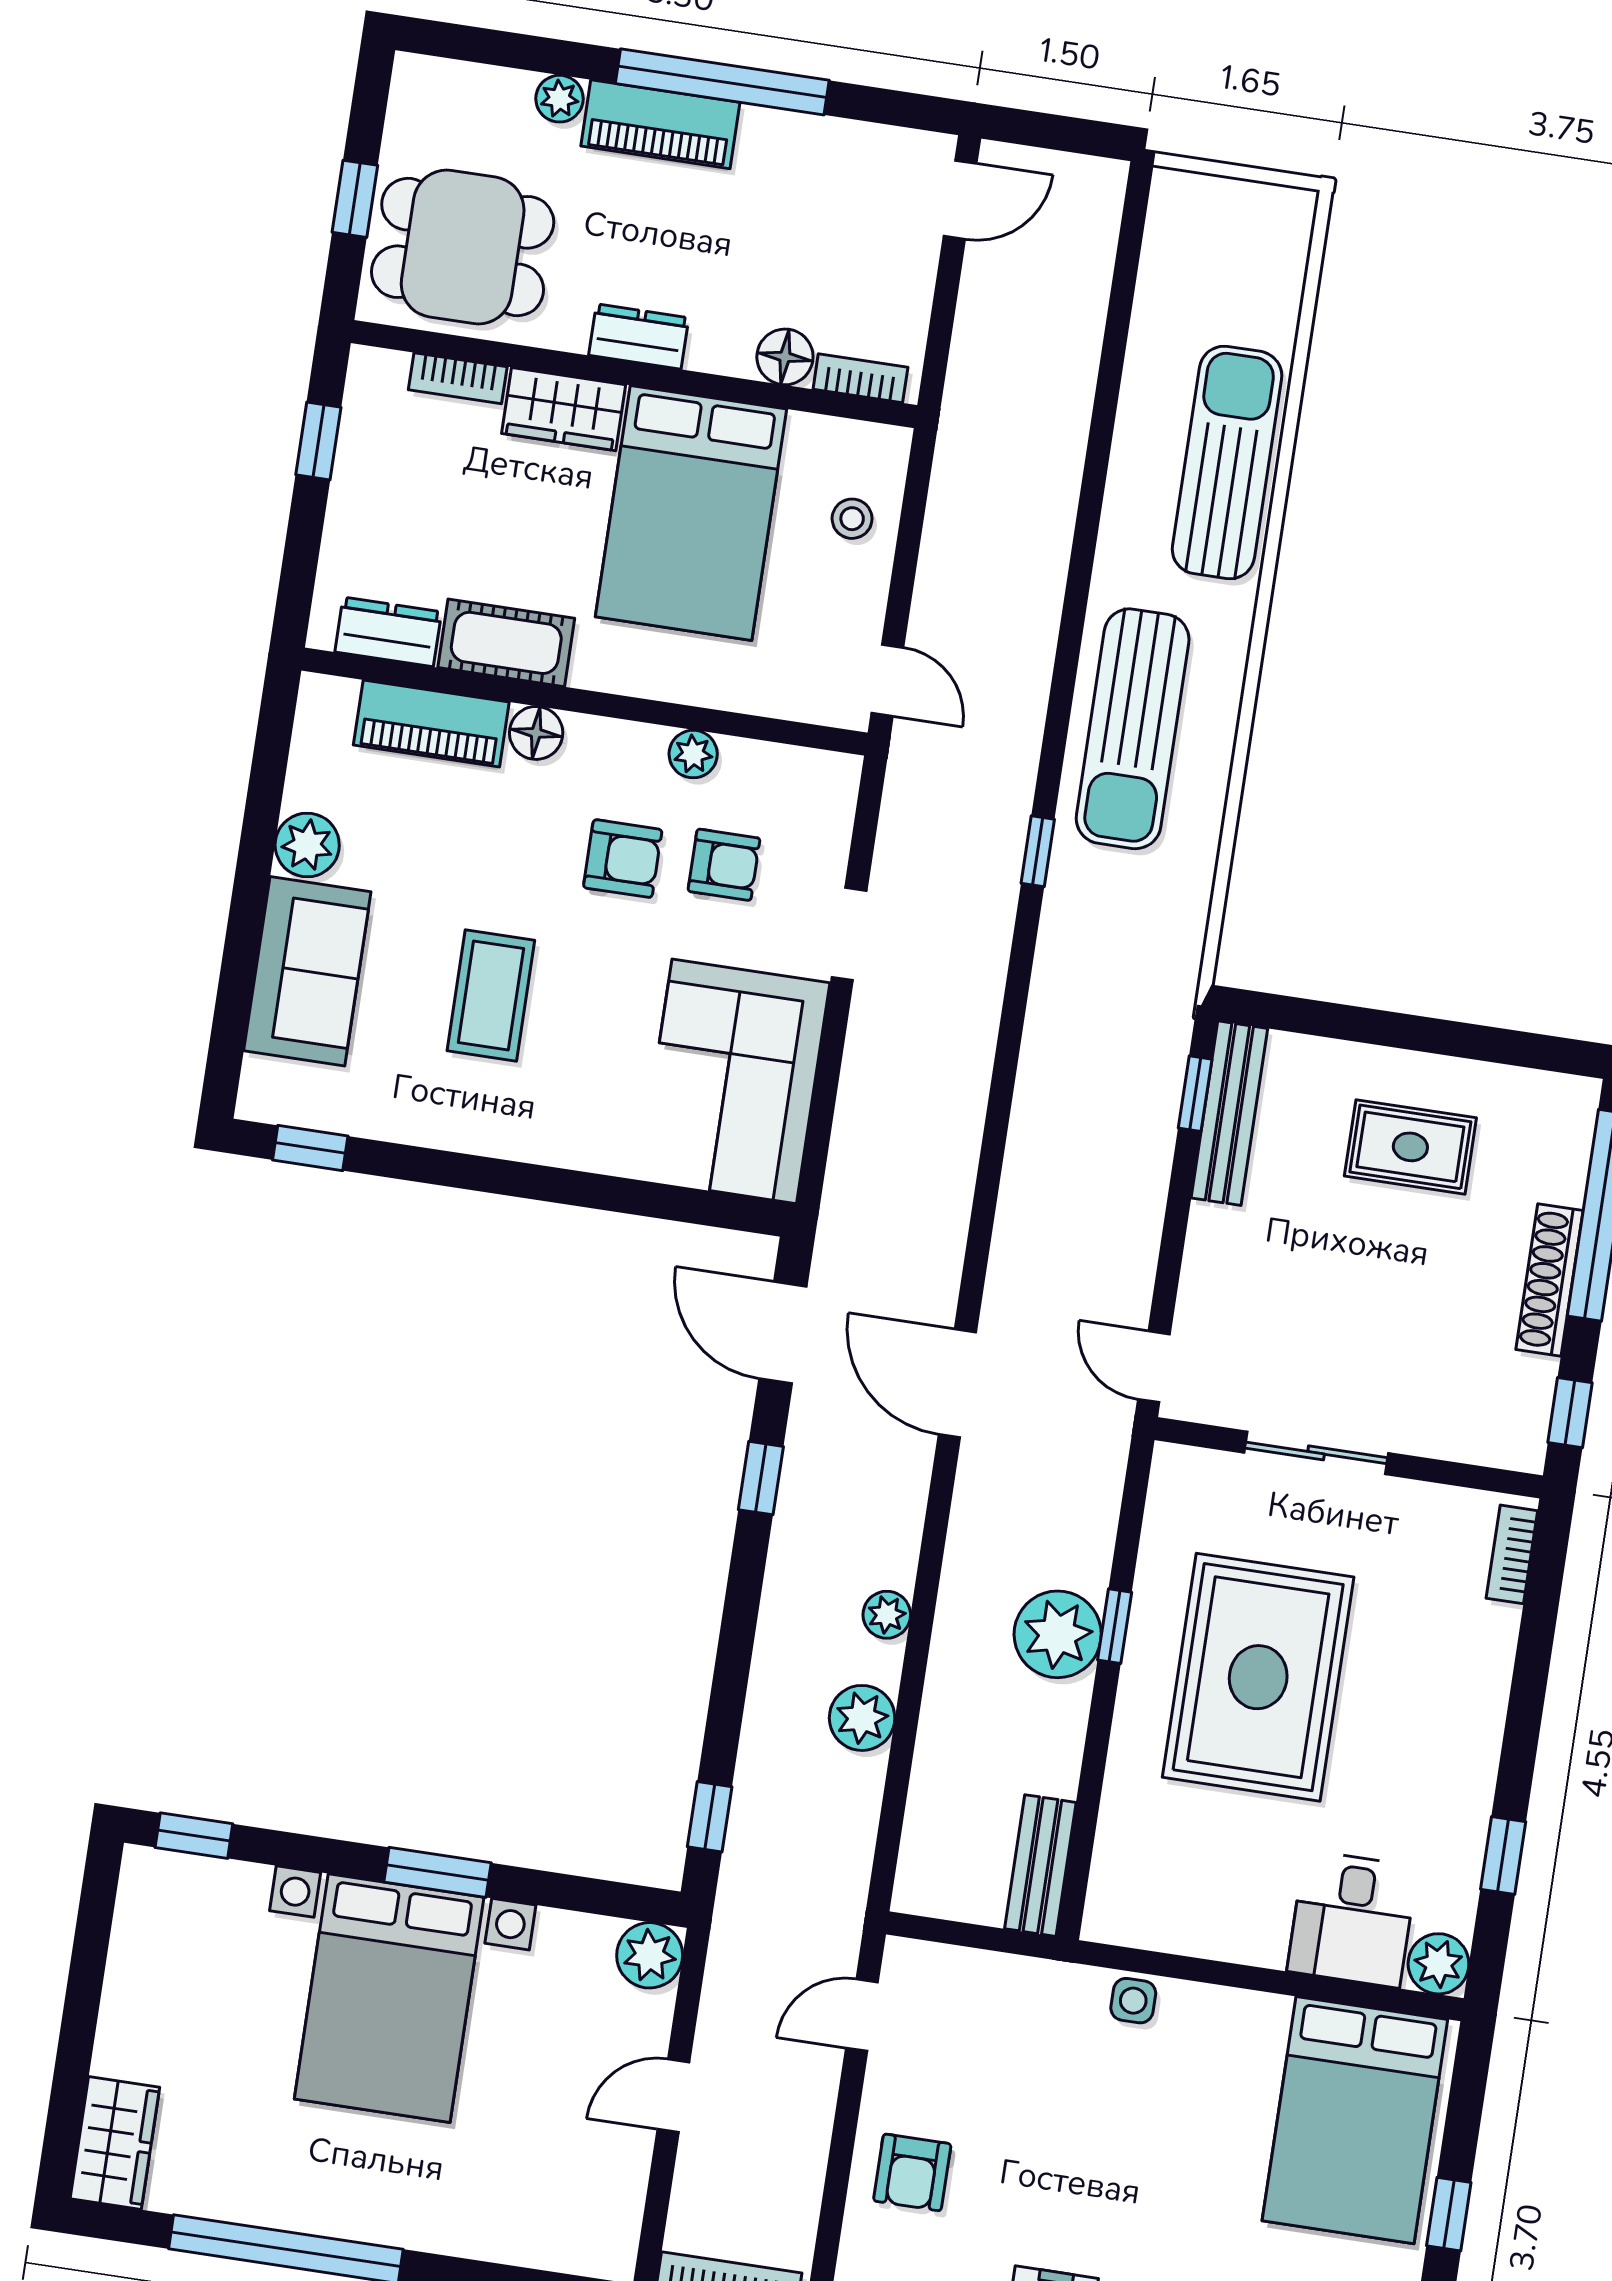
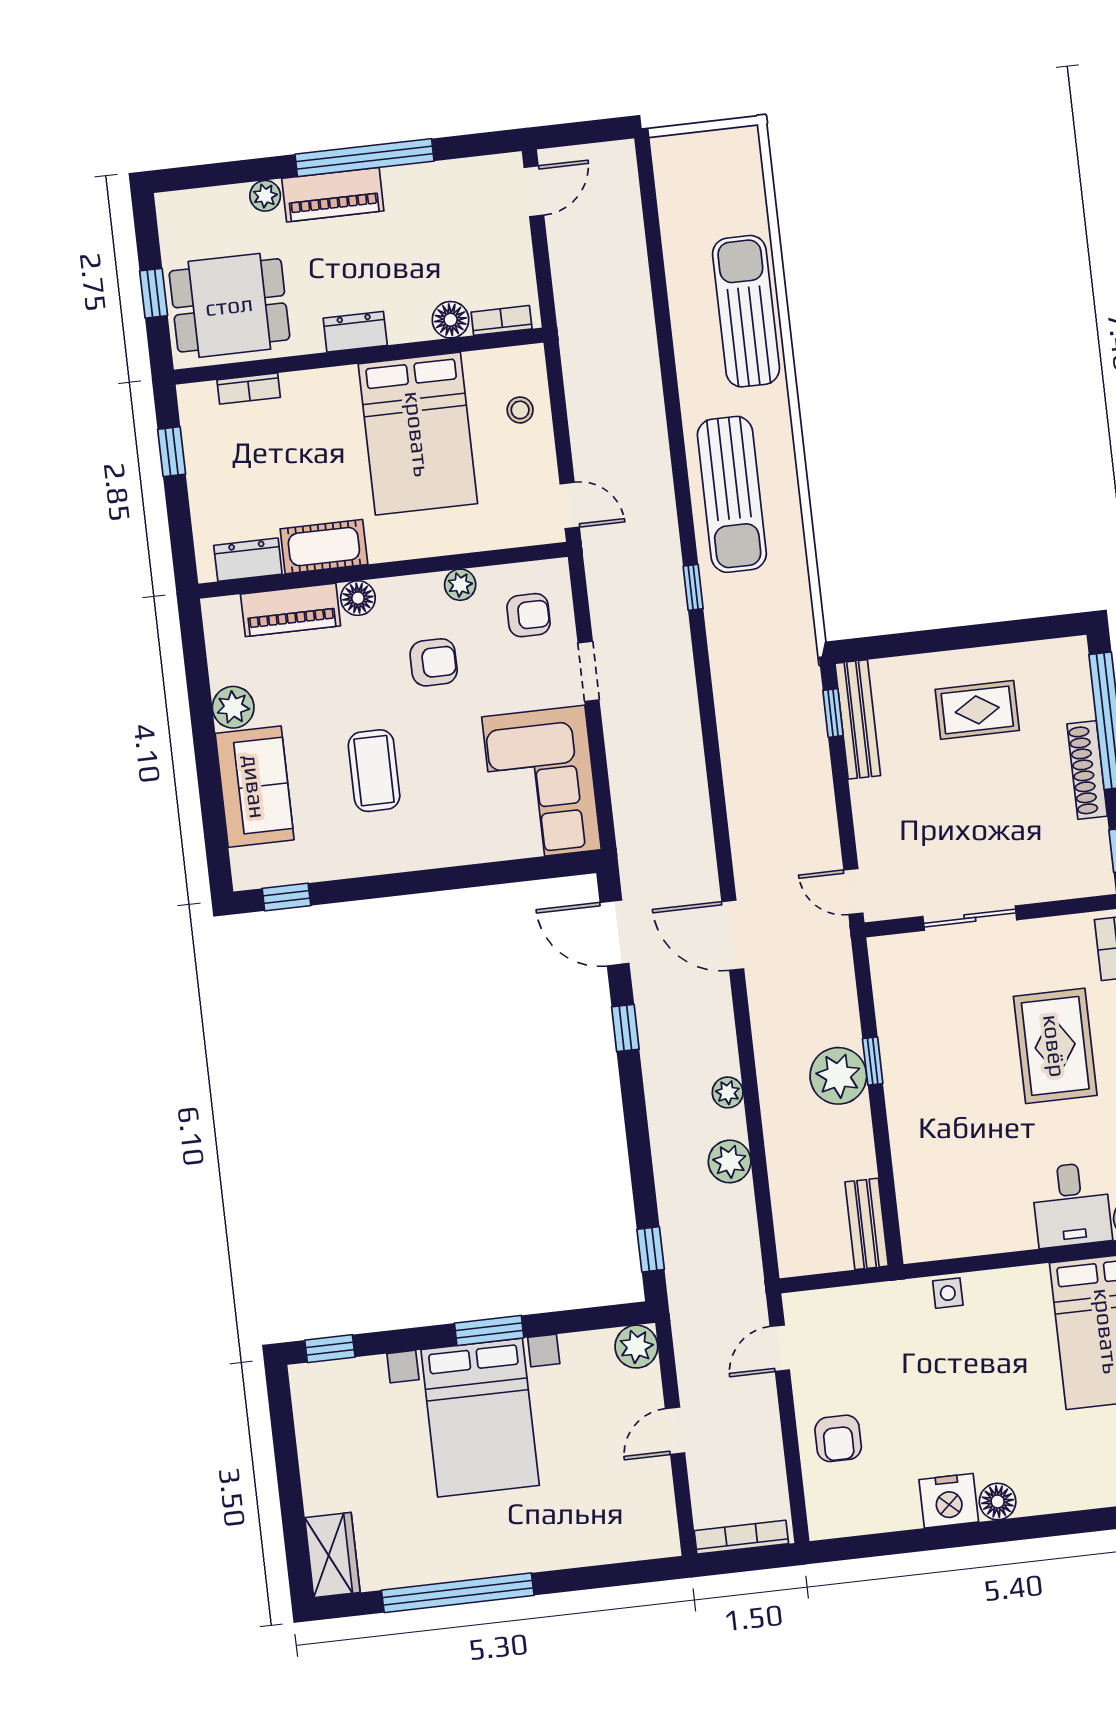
wardrobe: (564, 409) -> (320, 390), removed
armchair: (724, 865) -> (528, 615), moved
rug: (1258, 1677) -> (1055, 1046), moved, width x0.73, depth x0.69

